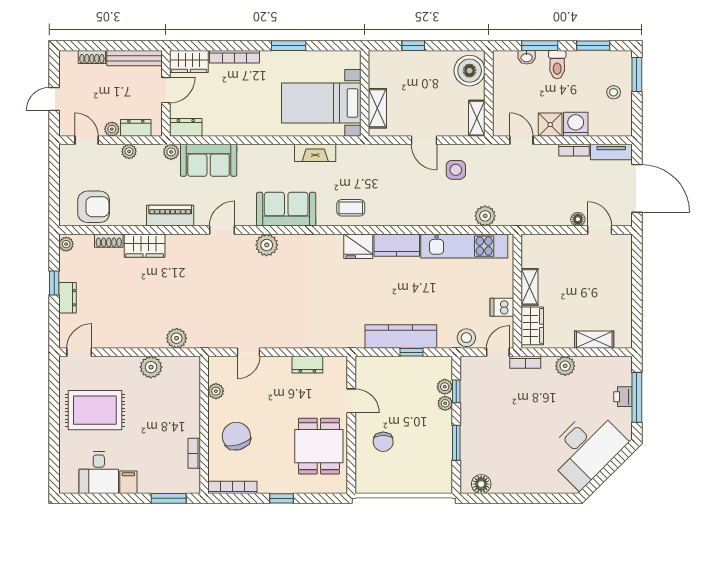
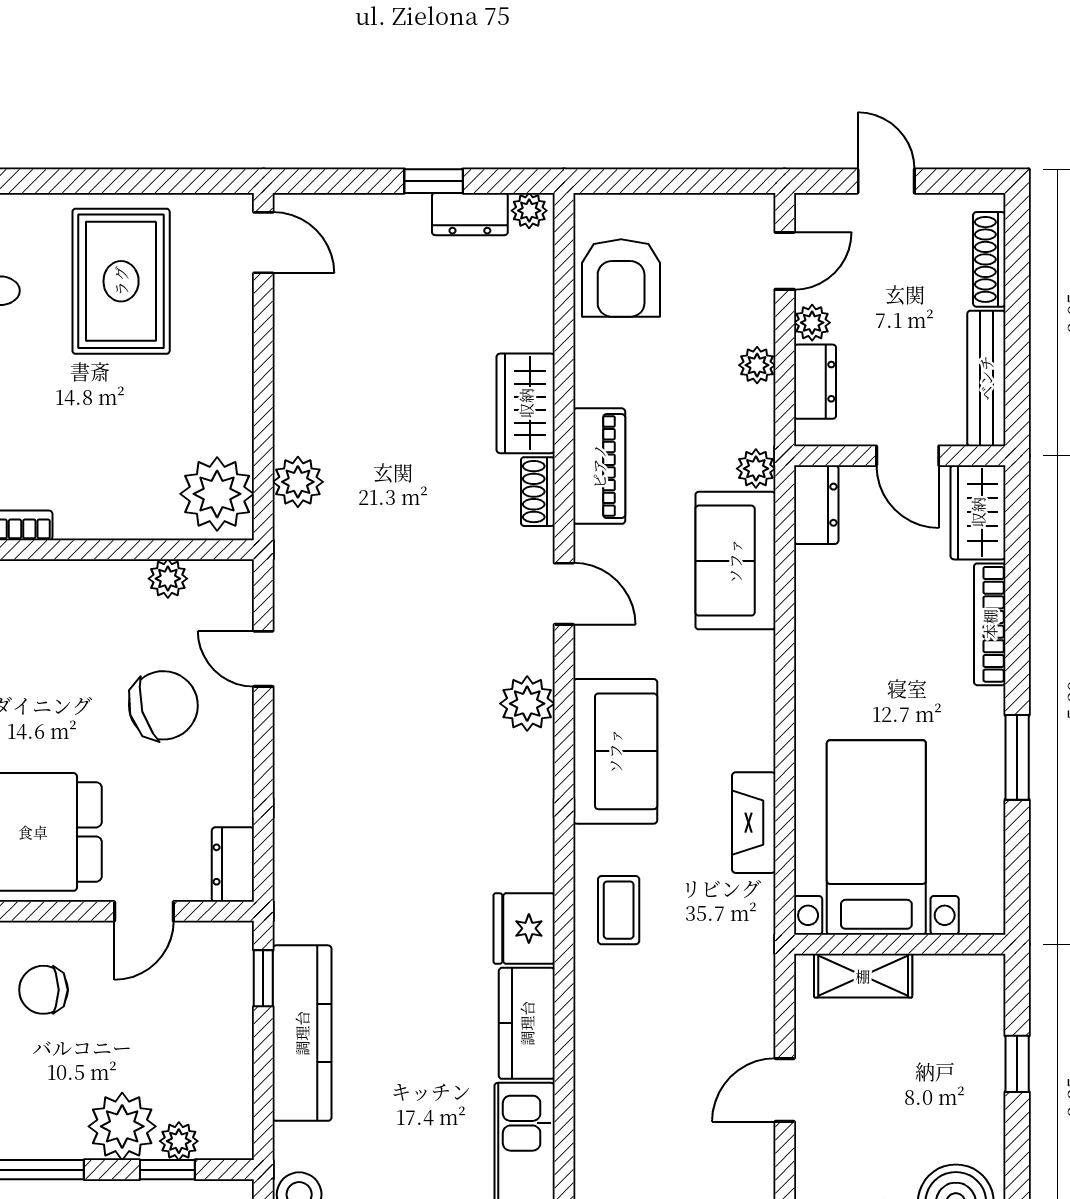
shoe rack: (92, 57) -> (989, 259), width x1.43
side table: (456, 170) -> (712, 1168), removed
shoe rack: (109, 241) -> (538, 492), moved
dresser: (68, 298) -> (470, 214), moved
window: (412, 352) -> (263, 978), moved
dresser: (307, 365) -> (233, 865), moved
plant: (151, 367) -> (217, 494), moved, width x1.36, depth x1.36
plant: (445, 403) -> (122, 1126), width x1.88, depth x1.88
chair: (236, 436) -> (163, 705), moved

